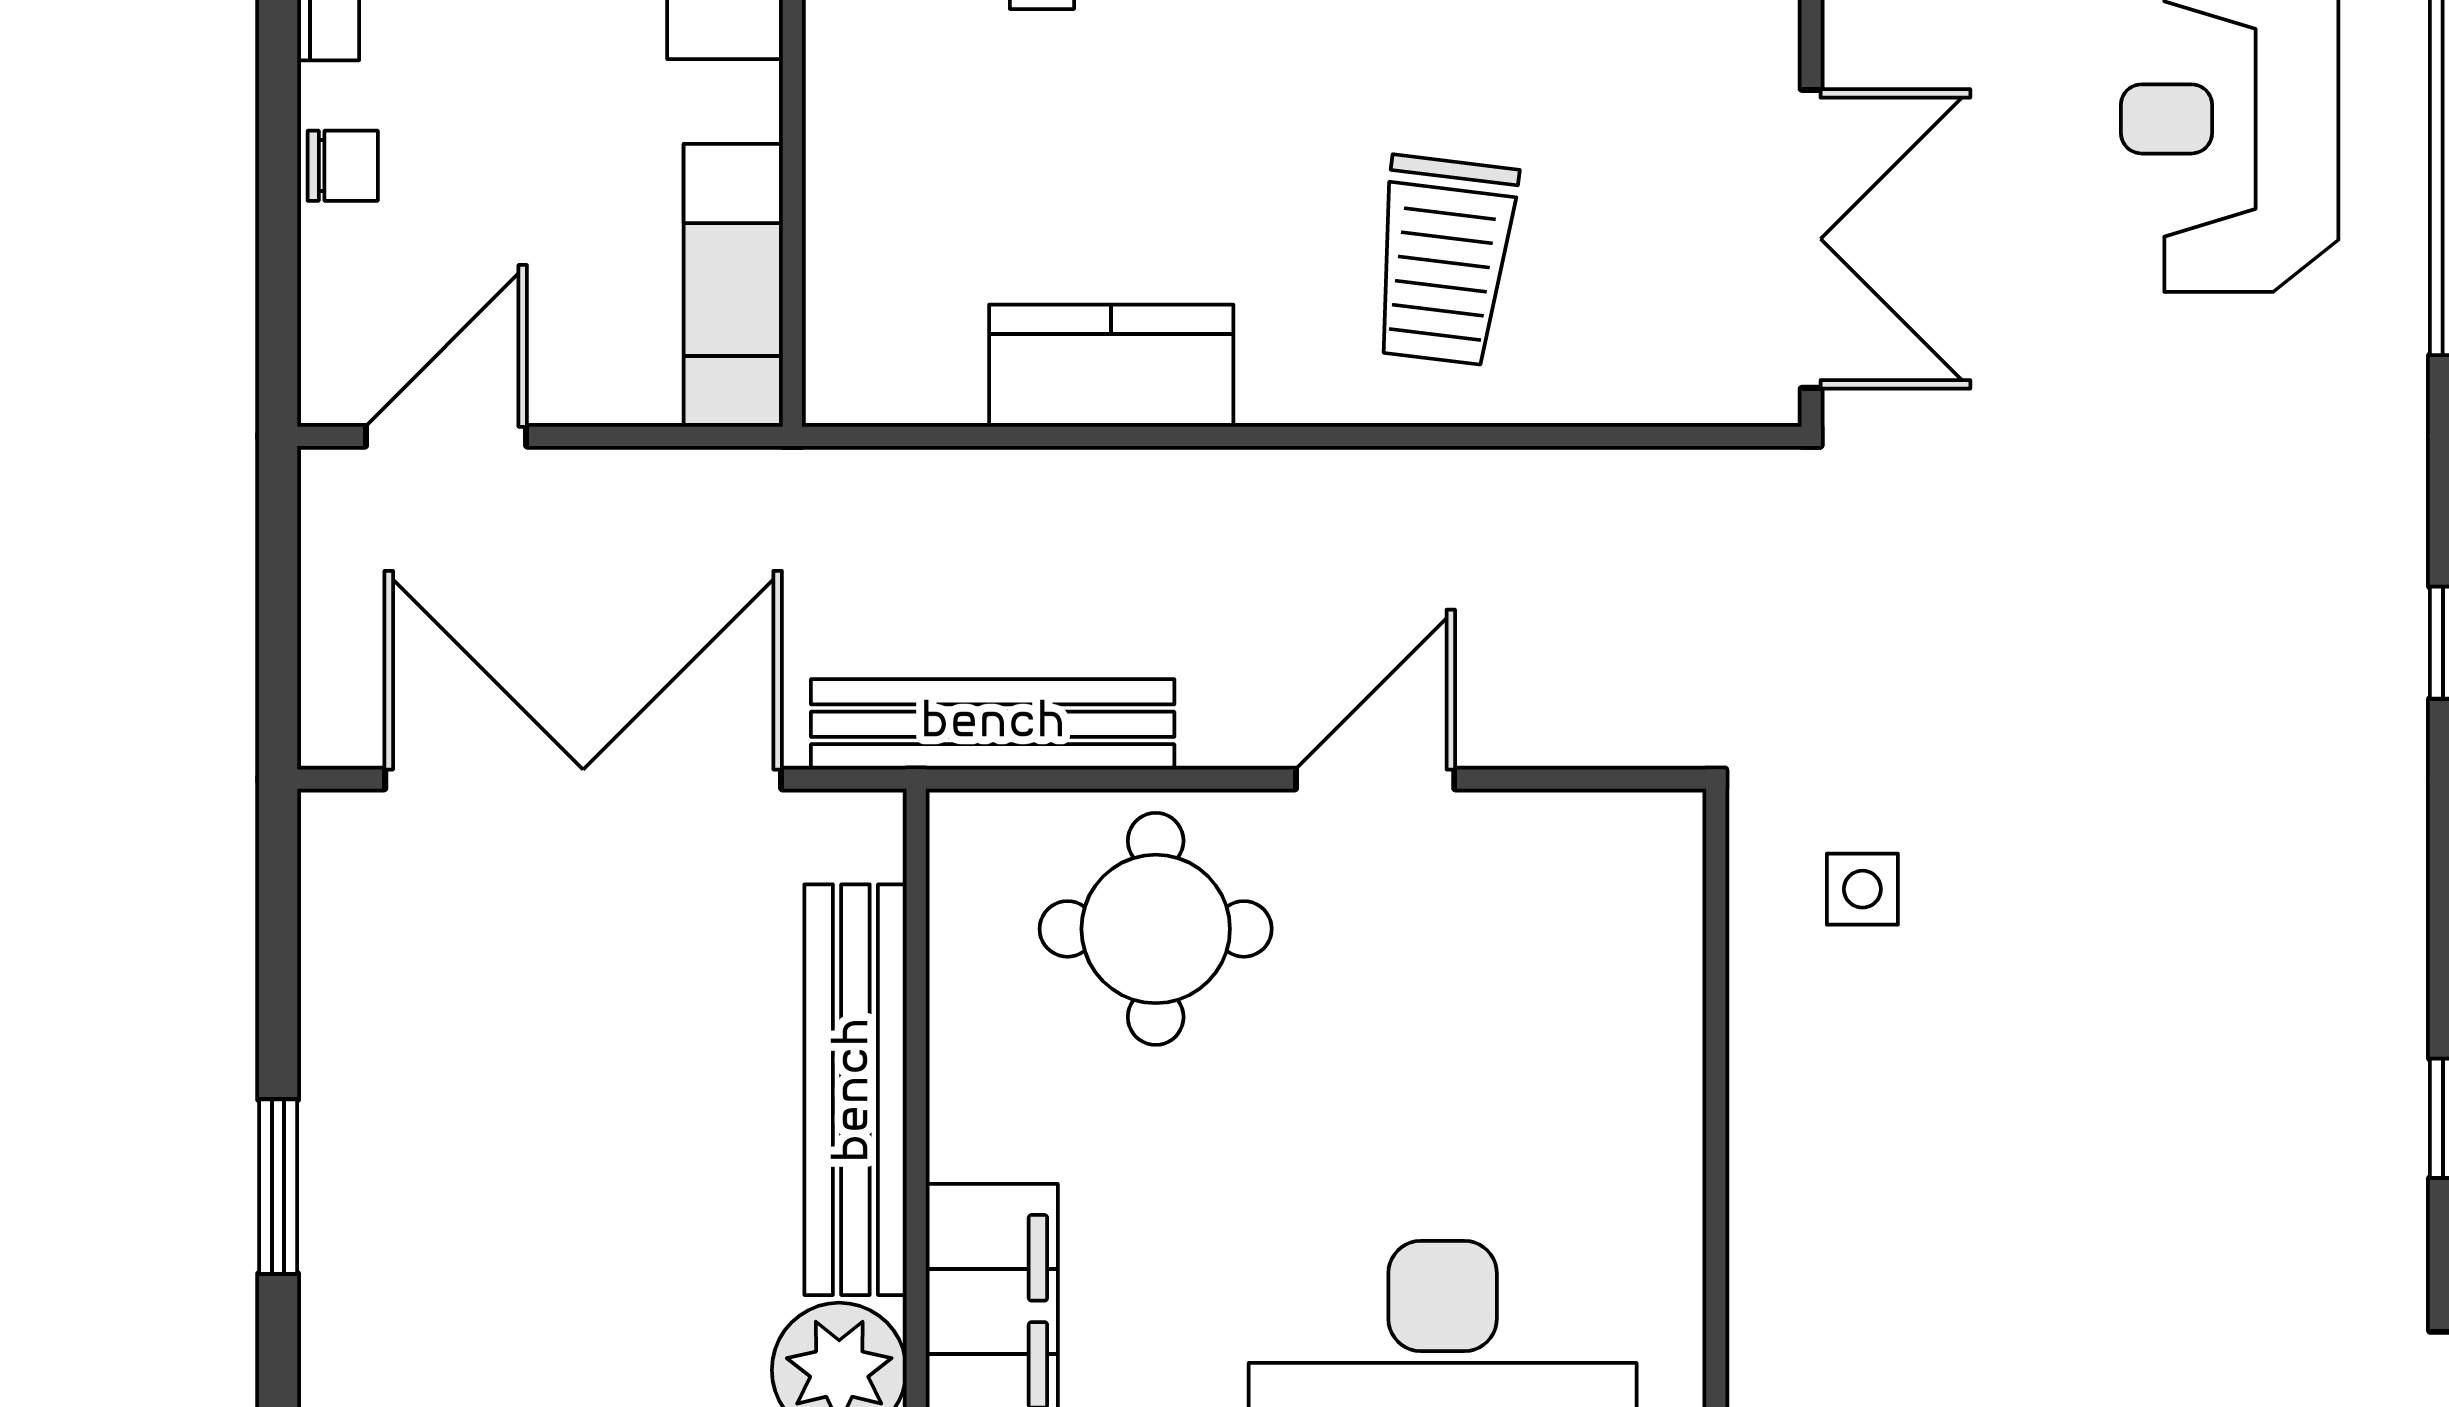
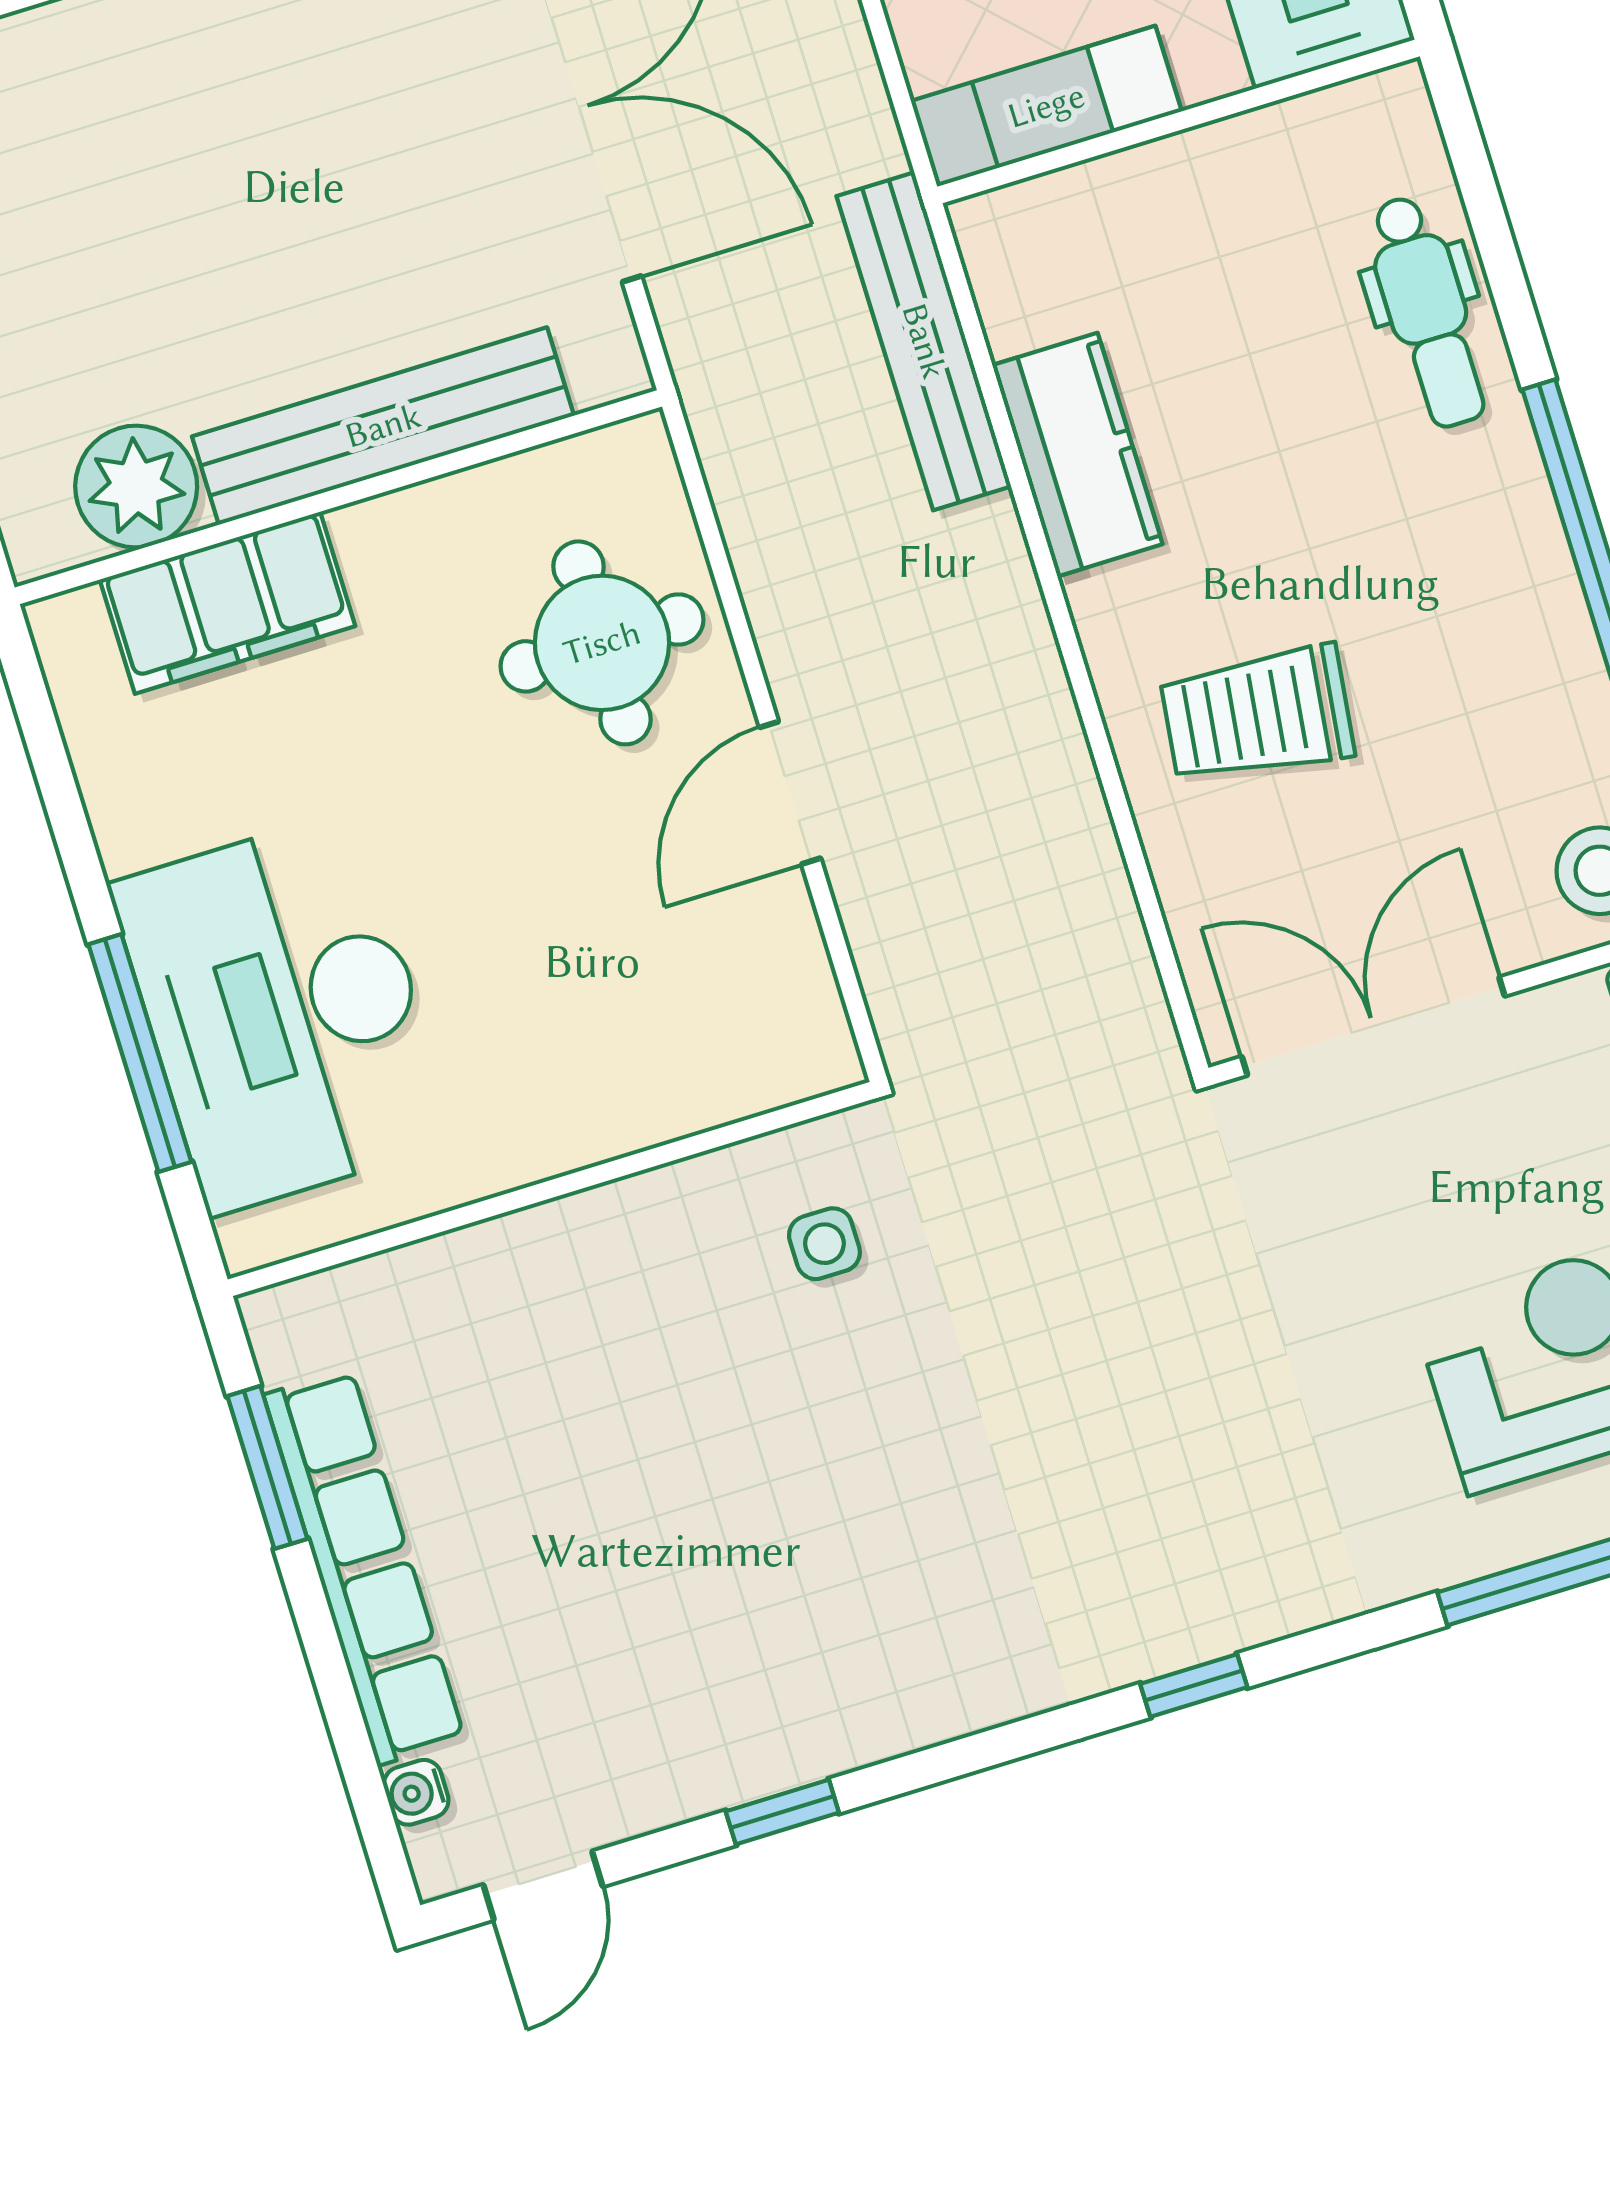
double door: (1811, 239) -> (1373, 1026), swing flipped
bench: (993, 724) -> (924, 341), moved
door: (1375, 779) -> (790, 793), swing flipped

